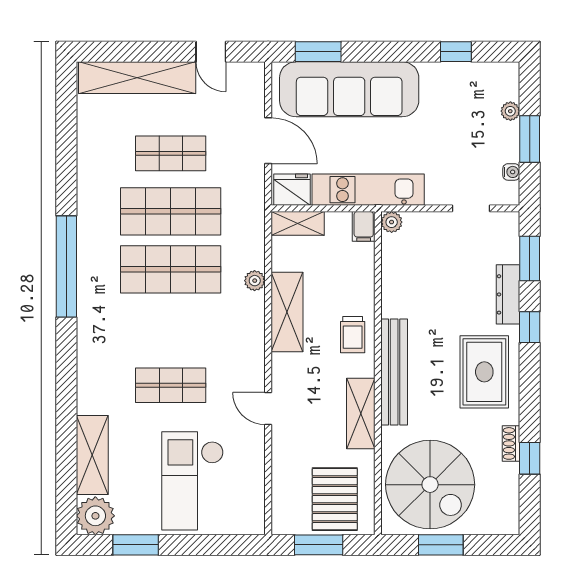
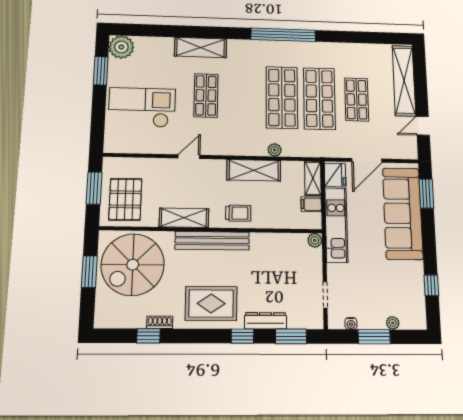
filing cabinet: (364, 226) -> (311, 204), moved
trolley: (353, 335) -> (238, 213), turned 180
shelving: (92, 455) -> (201, 48), moved
pallet: (335, 499) -> (125, 199), turned 90

